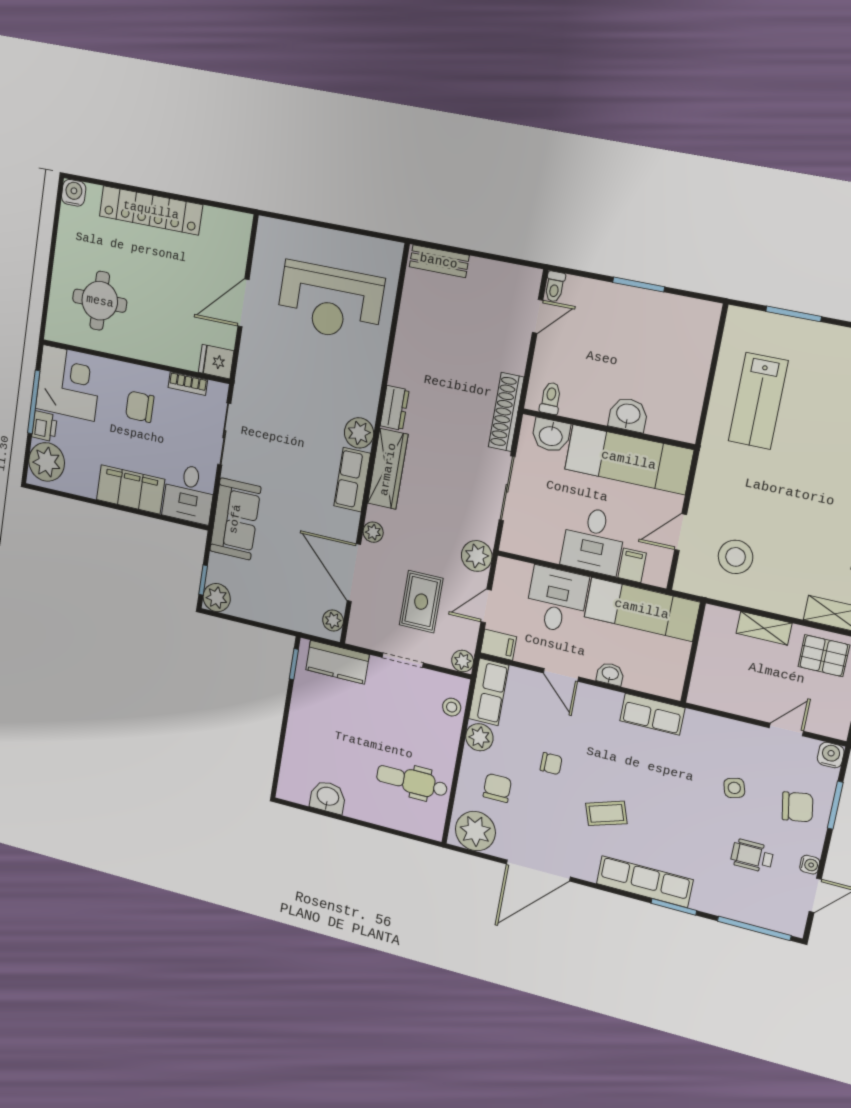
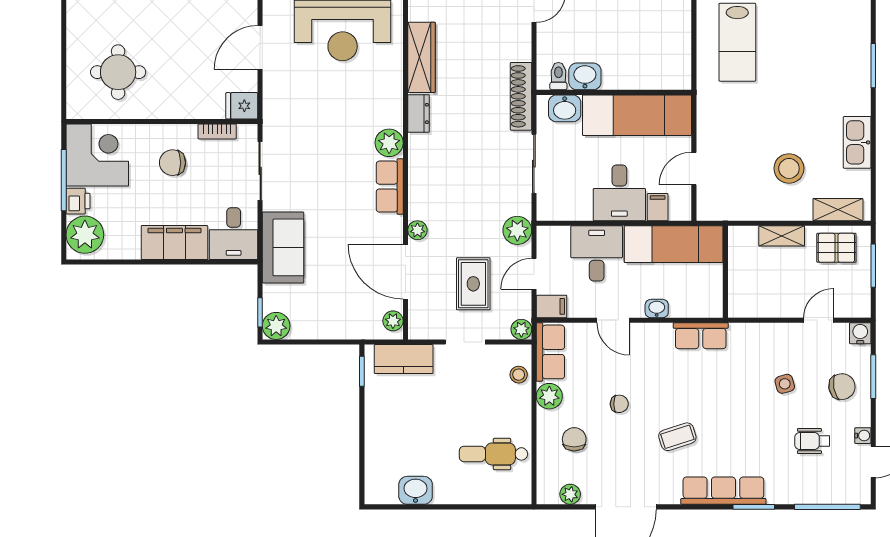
washbasin: (628, 415) -> (585, 76), moved
wardrobe: (388, 469) -> (422, 57), moved
stool: (736, 557) -> (789, 168), moved
plant: (475, 831) -> (570, 494), width x0.53, depth x0.53

